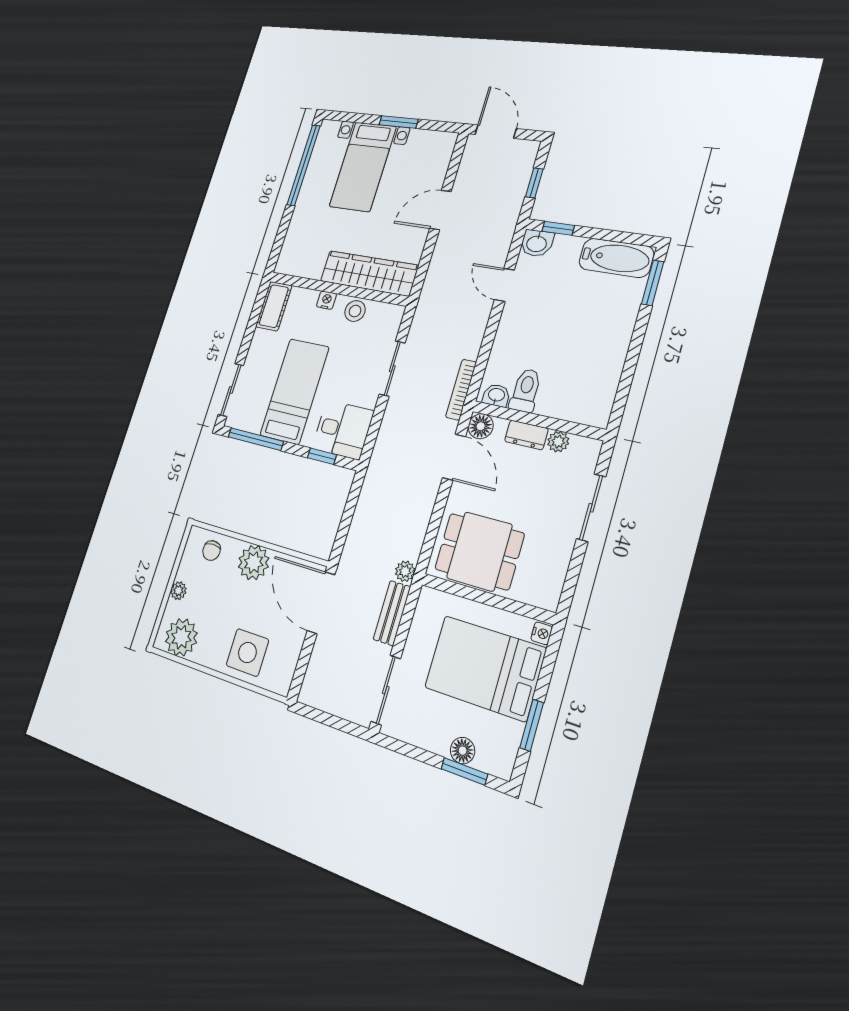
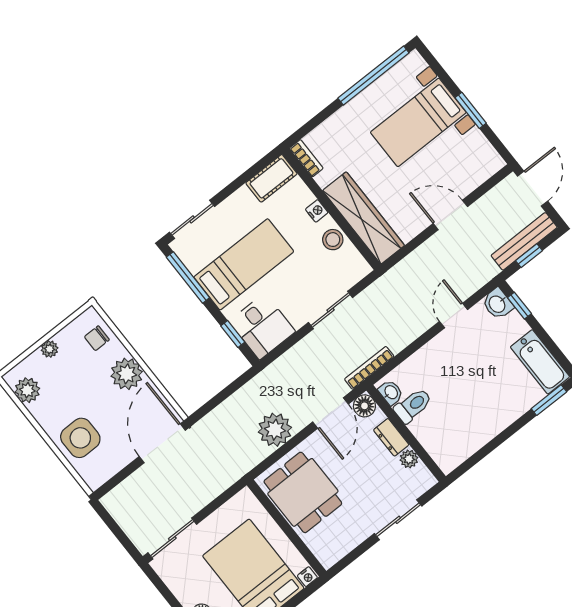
bookcase: (291, 268) -> (306, 158), added
plant: (405, 571) -> (275, 430), moved, width x1.87, depth x1.87
bench: (392, 613) -> (524, 241), moved, width x1.36
plant: (181, 637) -> (27, 390), width x0.73, depth x0.73

